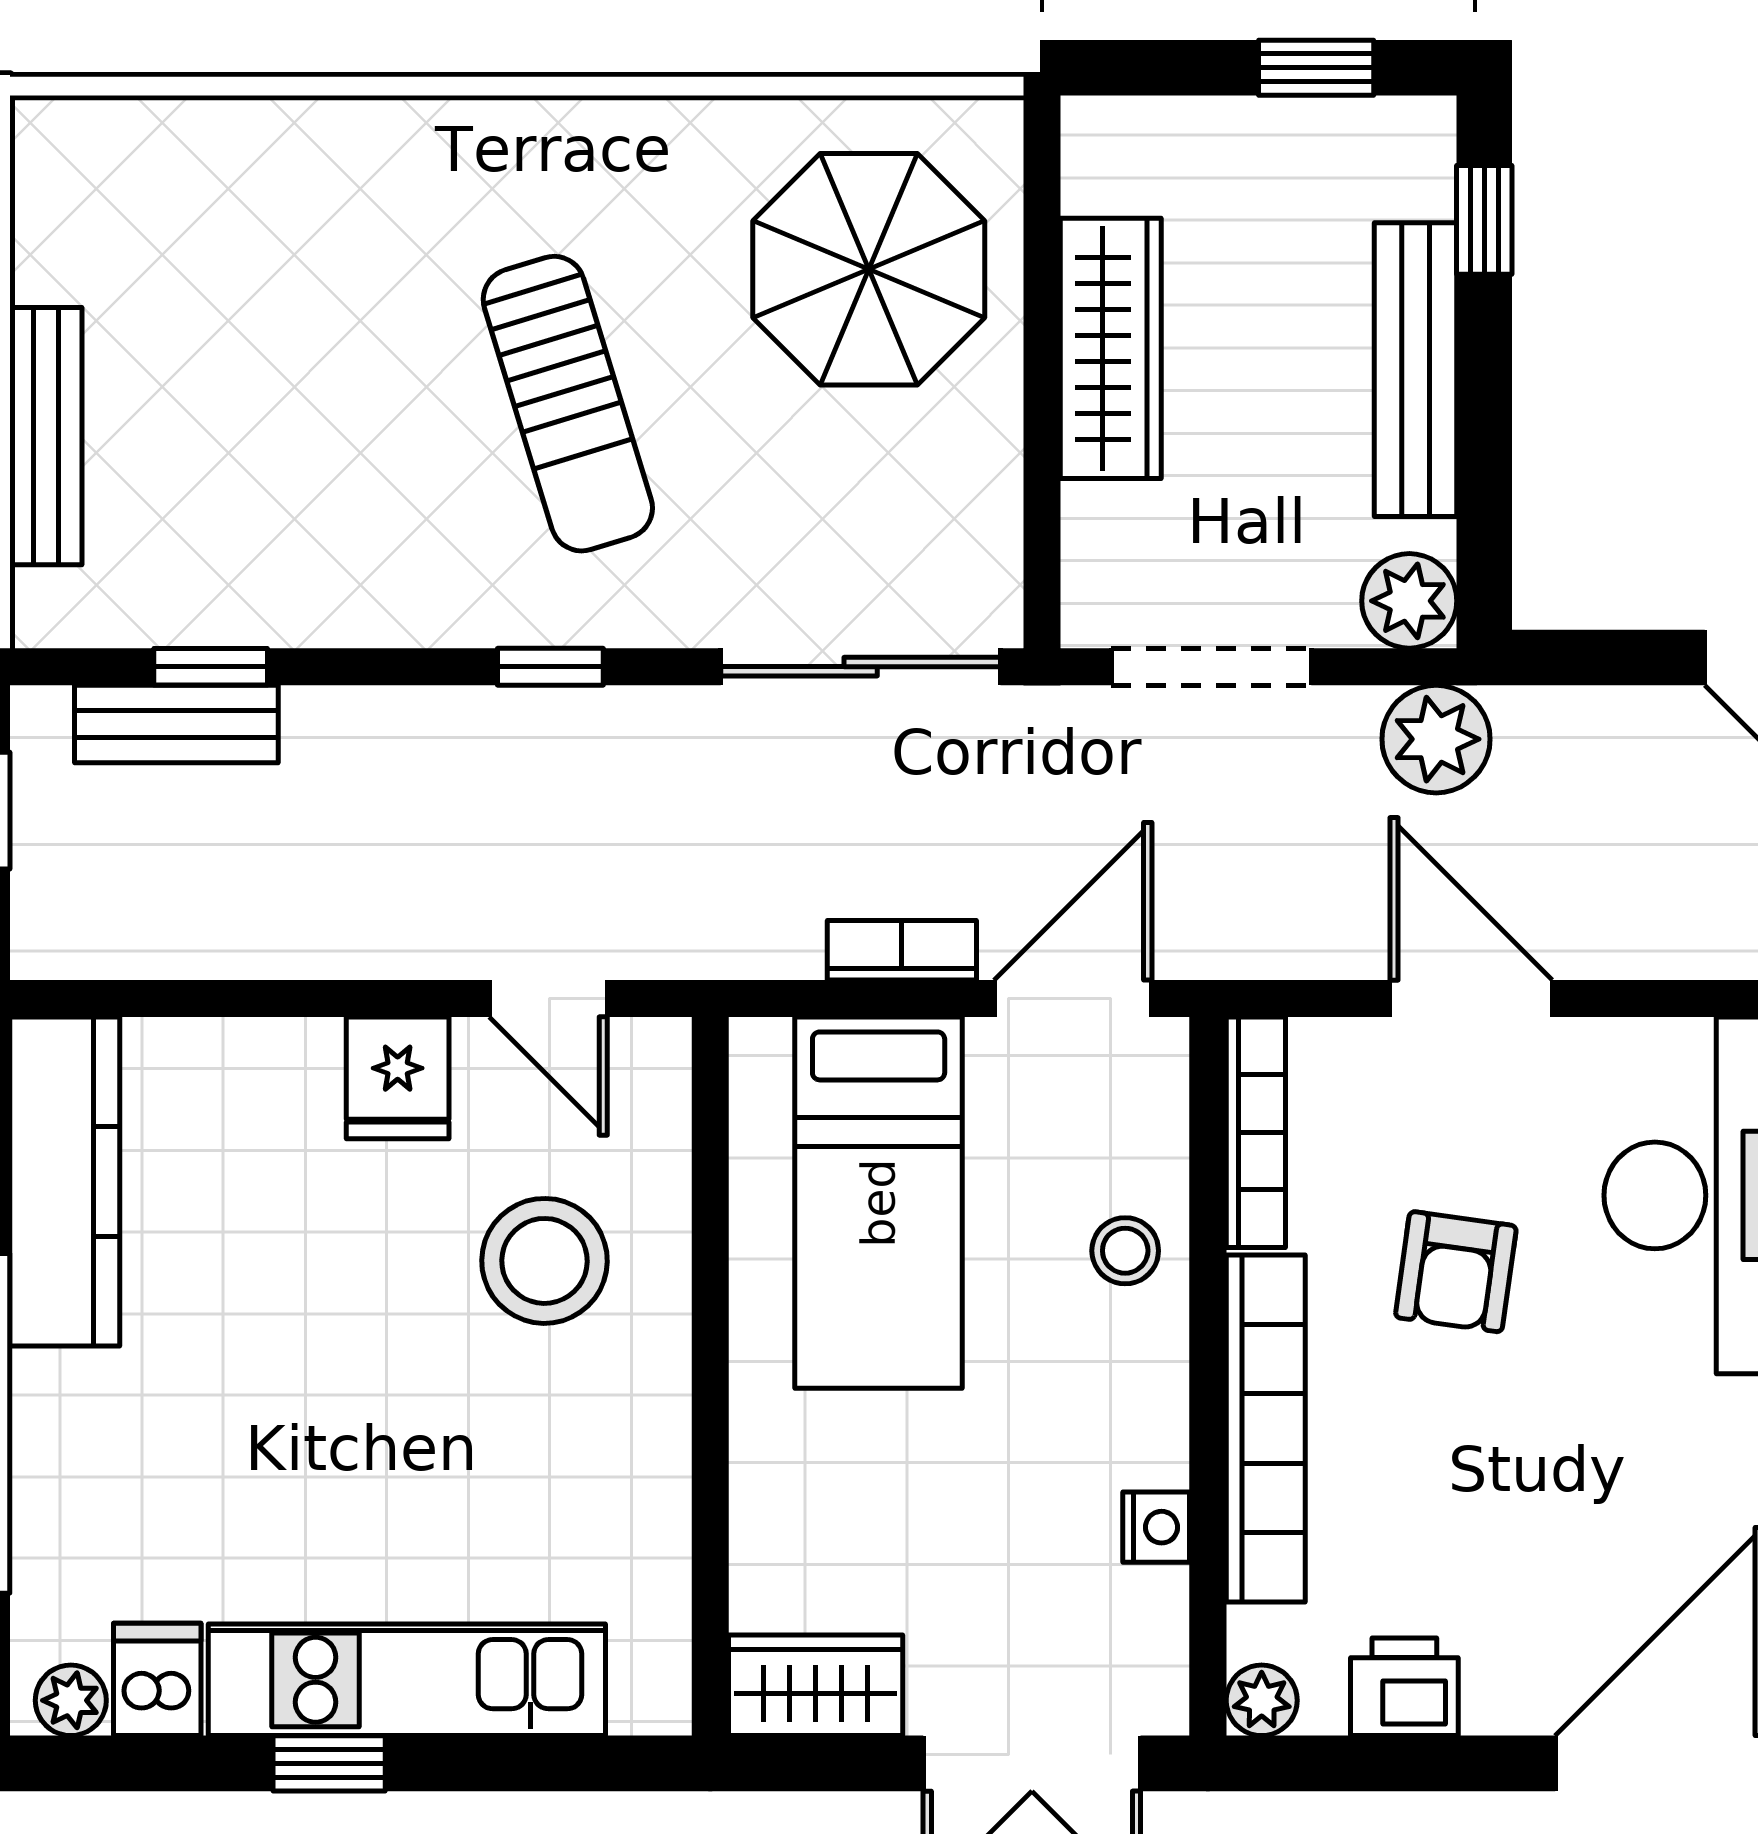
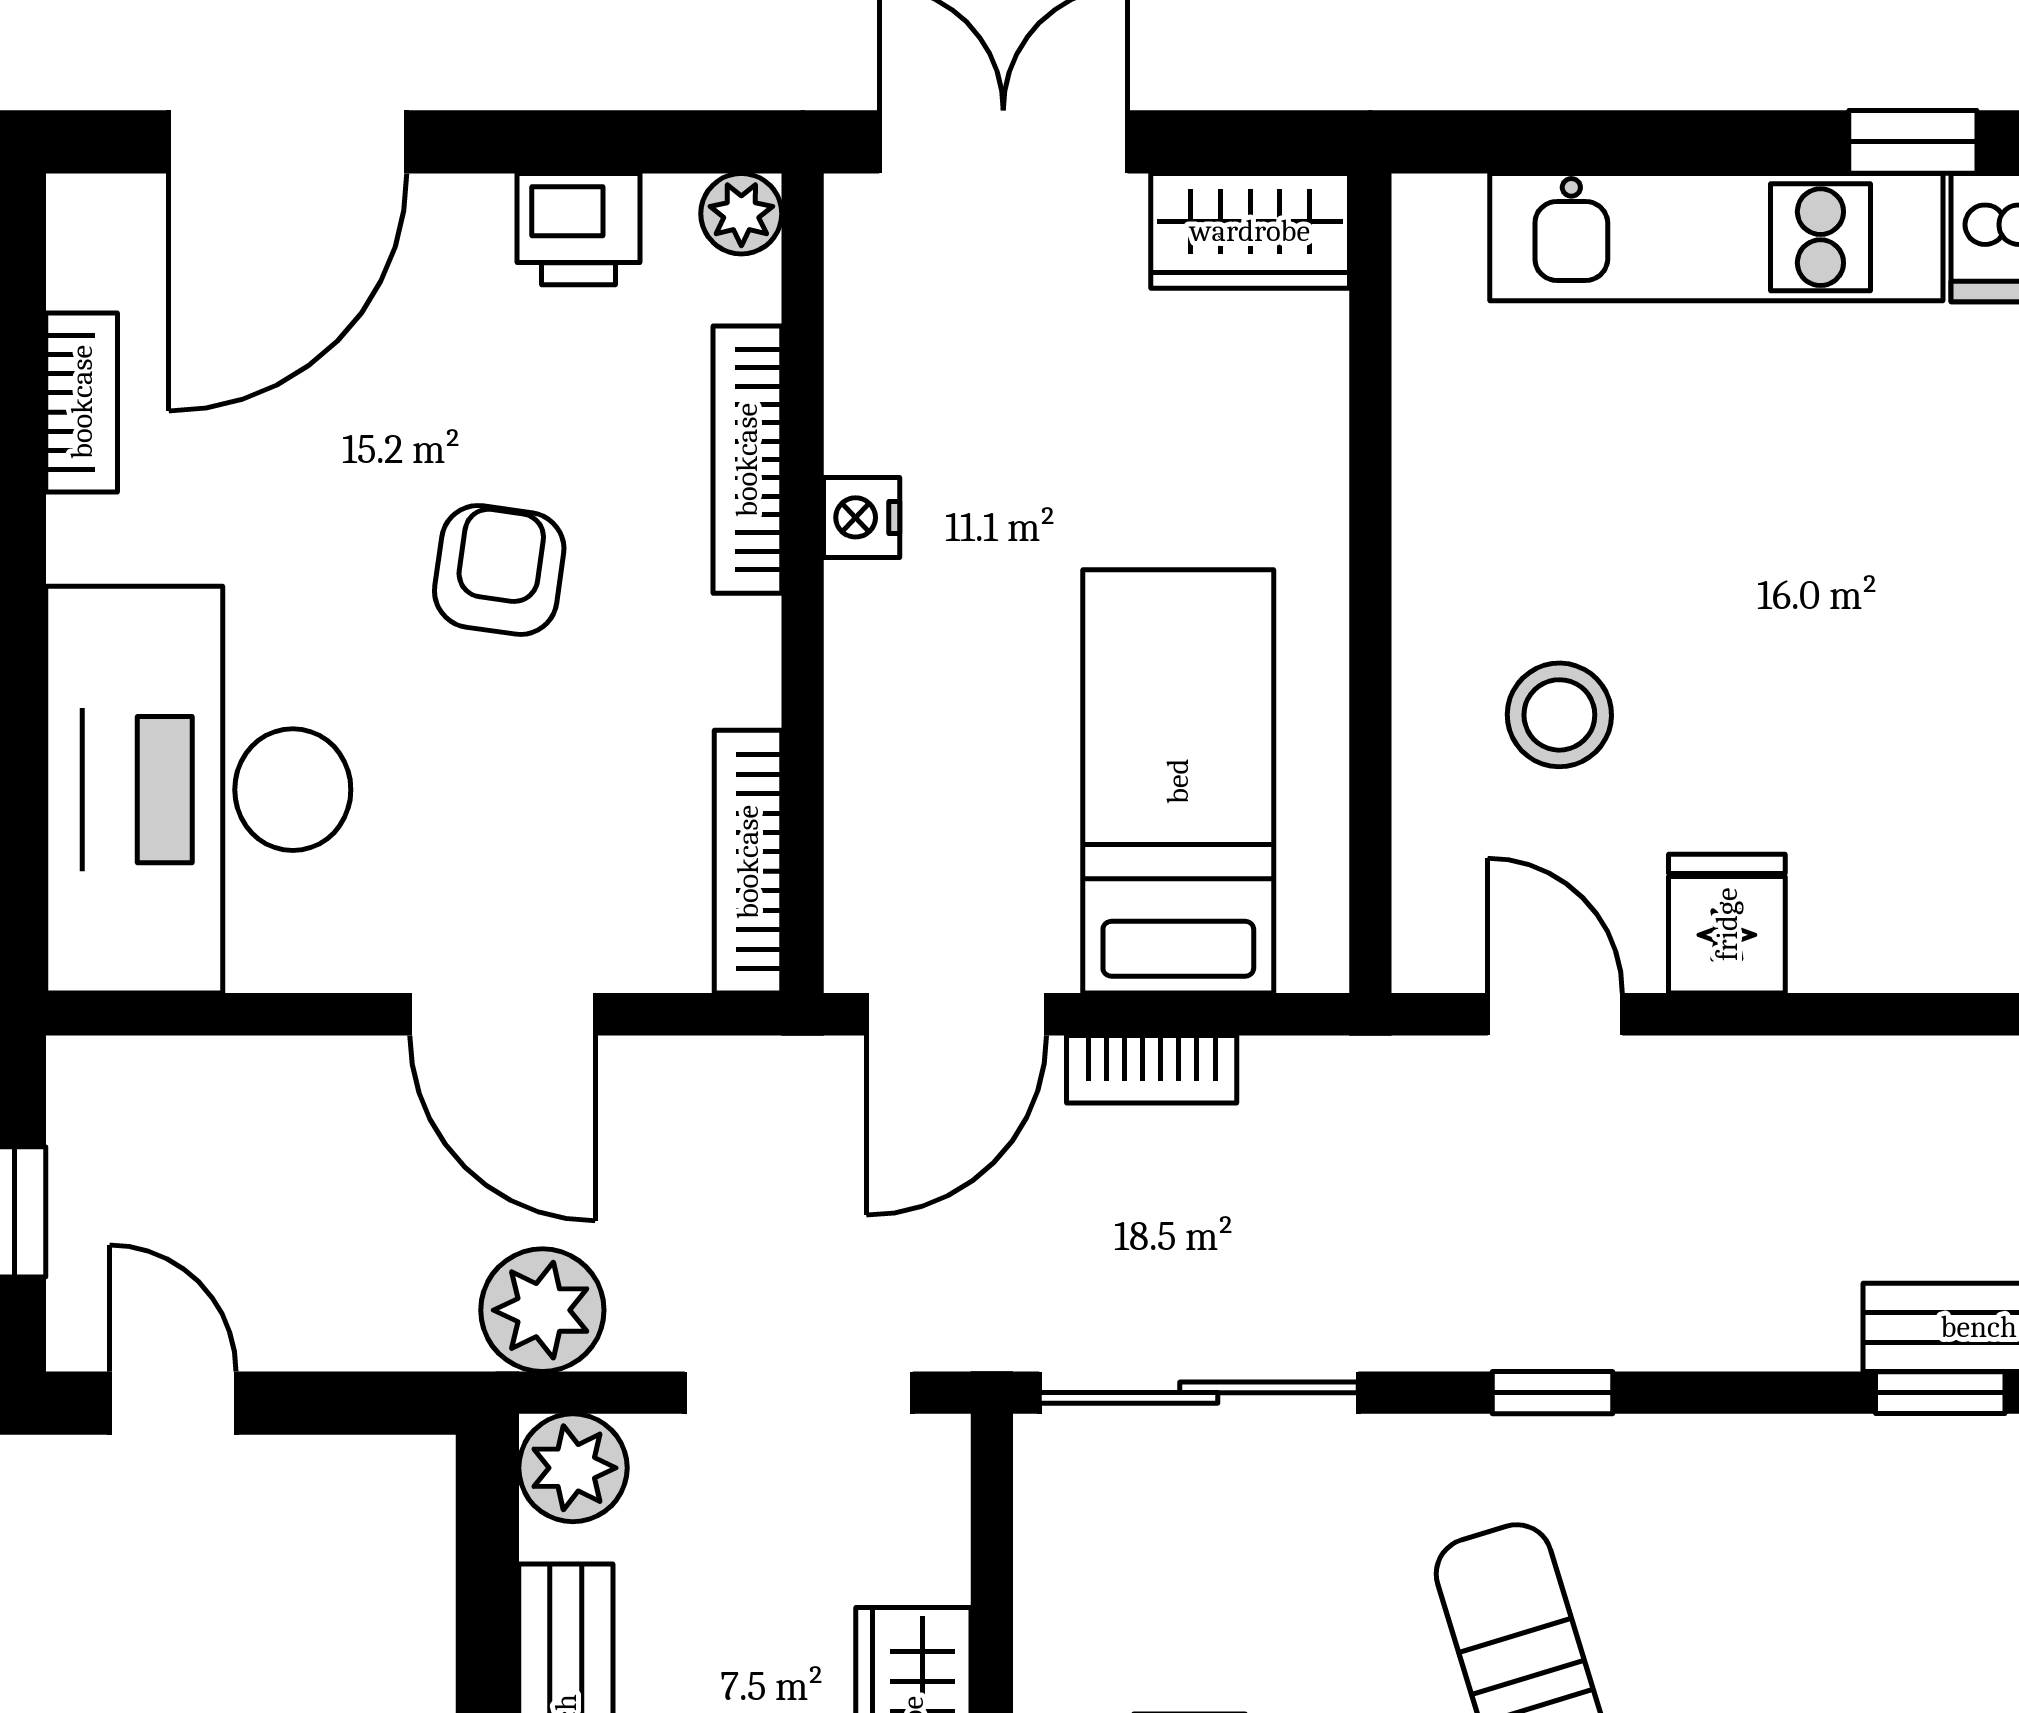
stool: (1125, 1251) -> (897, 727), removed
stool: (544, 1261) -> (1559, 715), width x0.73, depth x0.73
armchair: (1456, 1272) -> (499, 570), moved
bookcase: (1266, 1429) -> (747, 460), width x0.68, depth x0.76
nightstand: (1156, 1527) -> (862, 517), moved
window: (329, 1763) -> (1913, 142), moved

